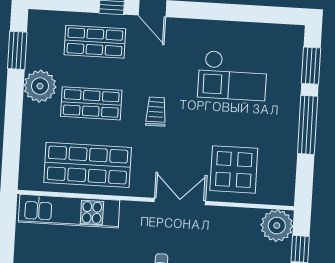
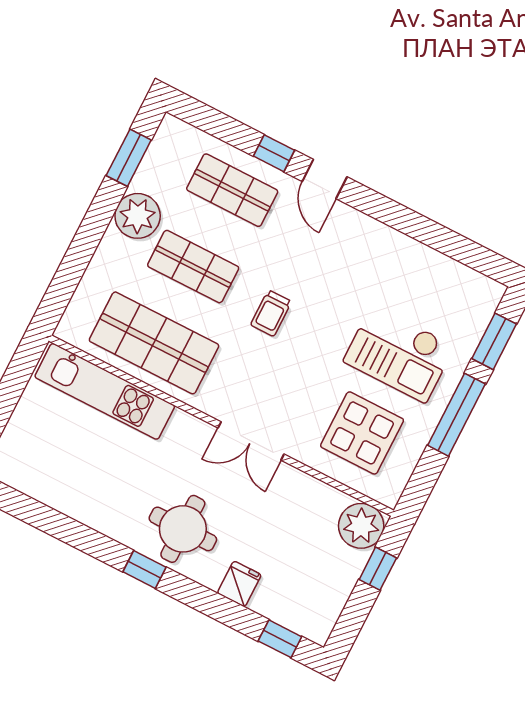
checkout: (232, 76) -> (399, 354), moved
trolley: (156, 112) -> (271, 313), turned 180
display table: (234, 169) -> (362, 433), moved
double door: (180, 201) -> (251, 441), swing flipped

